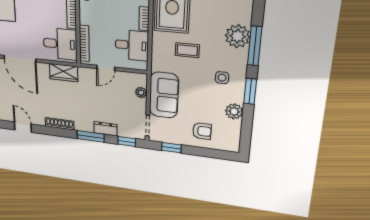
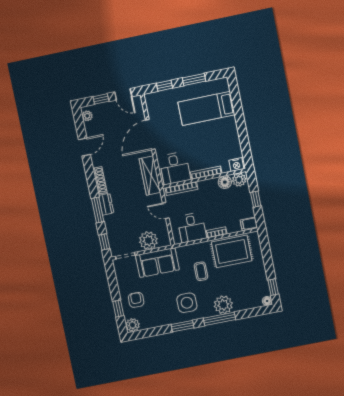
wardrobe: (64, 73) -> (150, 176), width x1.50
side table: (222, 78) -> (187, 303), width x1.87, depth x1.87
plant: (141, 93) -> (148, 241), width x1.88, depth x1.88
plant: (234, 111) -> (133, 325), moved
dresser: (105, 129) -> (106, 204), moved
armchair: (202, 131) -> (136, 300), turned 180
window: (171, 148) -> (118, 309), moved

